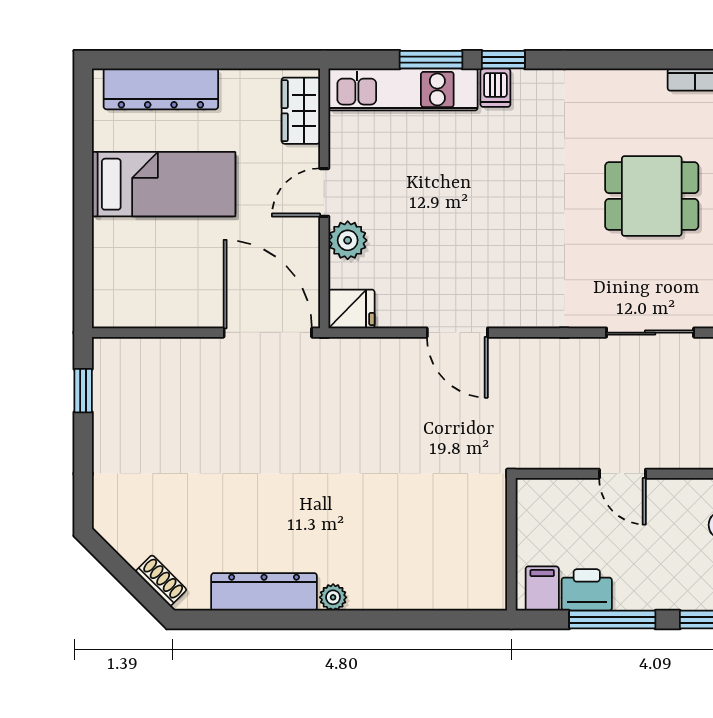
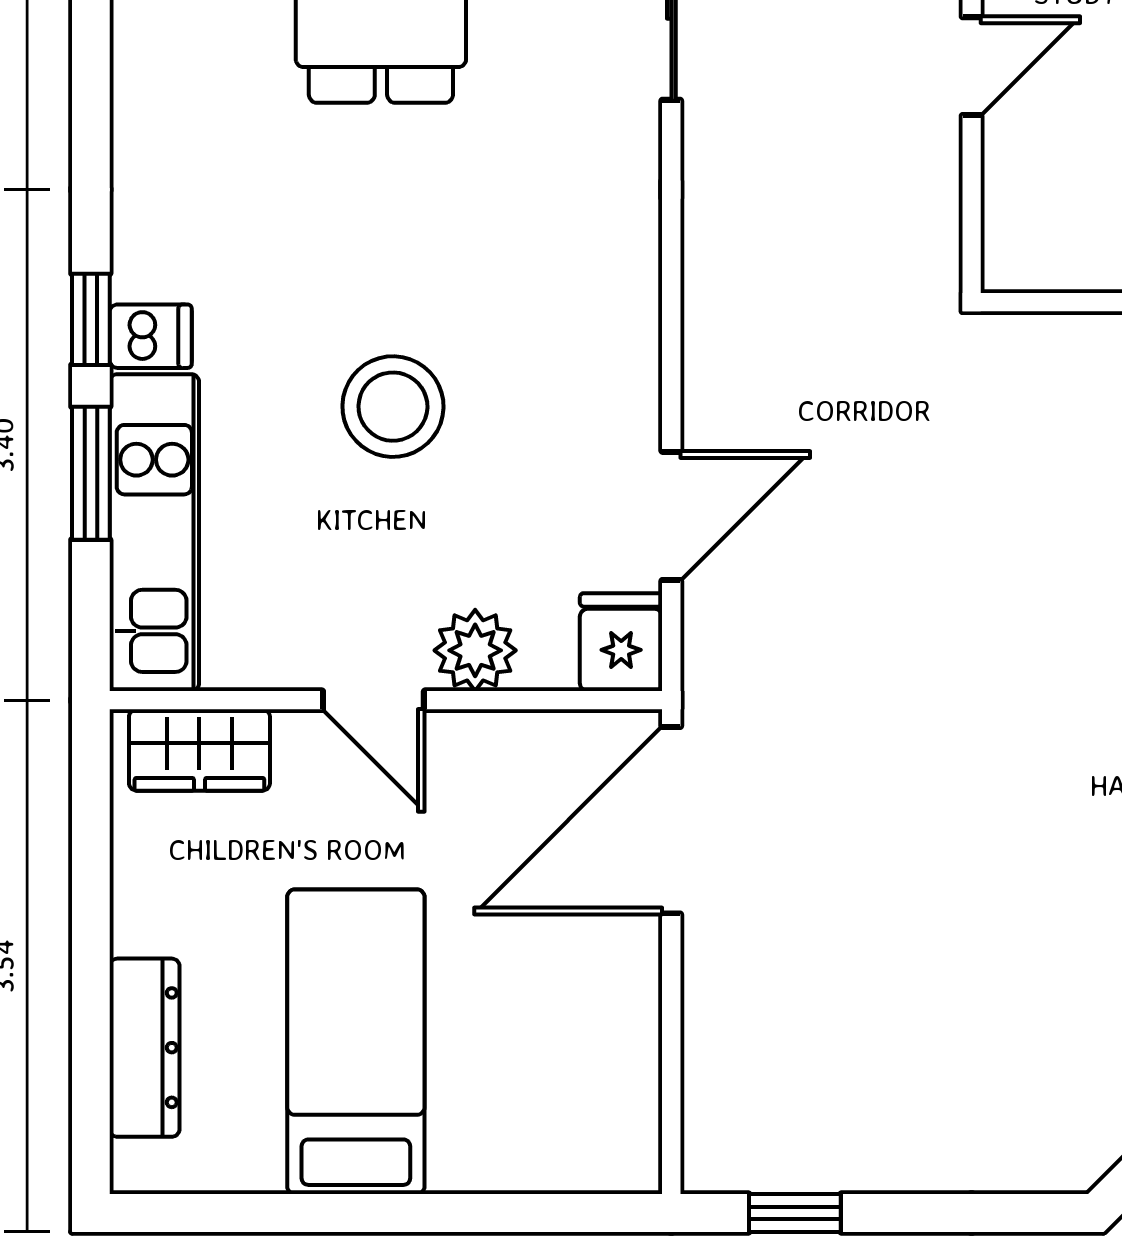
dresser: (161, 89) -> (145, 1048), width x0.73, depth x0.80
stool: (462, 202) -> (393, 407), added
door: (457, 333) -> (671, 516), moved

